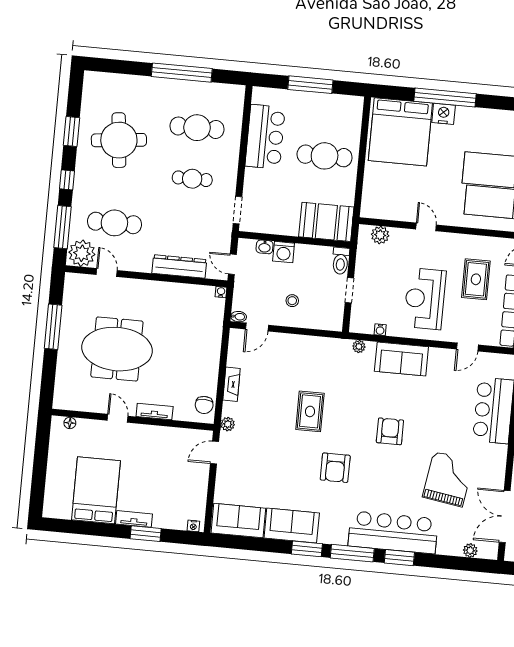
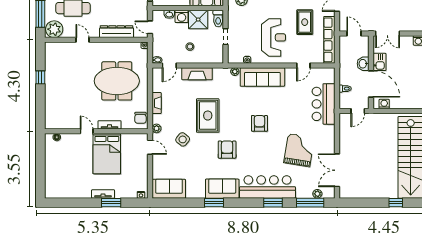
shower: (309, 259) -> (198, 20), added
door: (107, 272) -> (83, 40), moved
reception desk: (425, 299) -> (274, 37), turned 180
window: (53, 327) -> (40, 77), width x0.46
fireplace: (299, 344) -> (197, 74), added
meeting table: (117, 349) -> (117, 81), moved
sofa: (401, 359) -> (262, 77), width x1.36
rug: (310, 411) -> (208, 116), width x1.36, depth x1.43
side table: (267, 445) -> (183, 139), added
door: (215, 453) -> (150, 147), swing flipped
armchair: (335, 468) -> (227, 150), turned 180
bed: (96, 490) -> (107, 154), moved, turned 180
sofa: (292, 525) -> (222, 189), moved
window: (352, 553) -> (310, 203), moved

